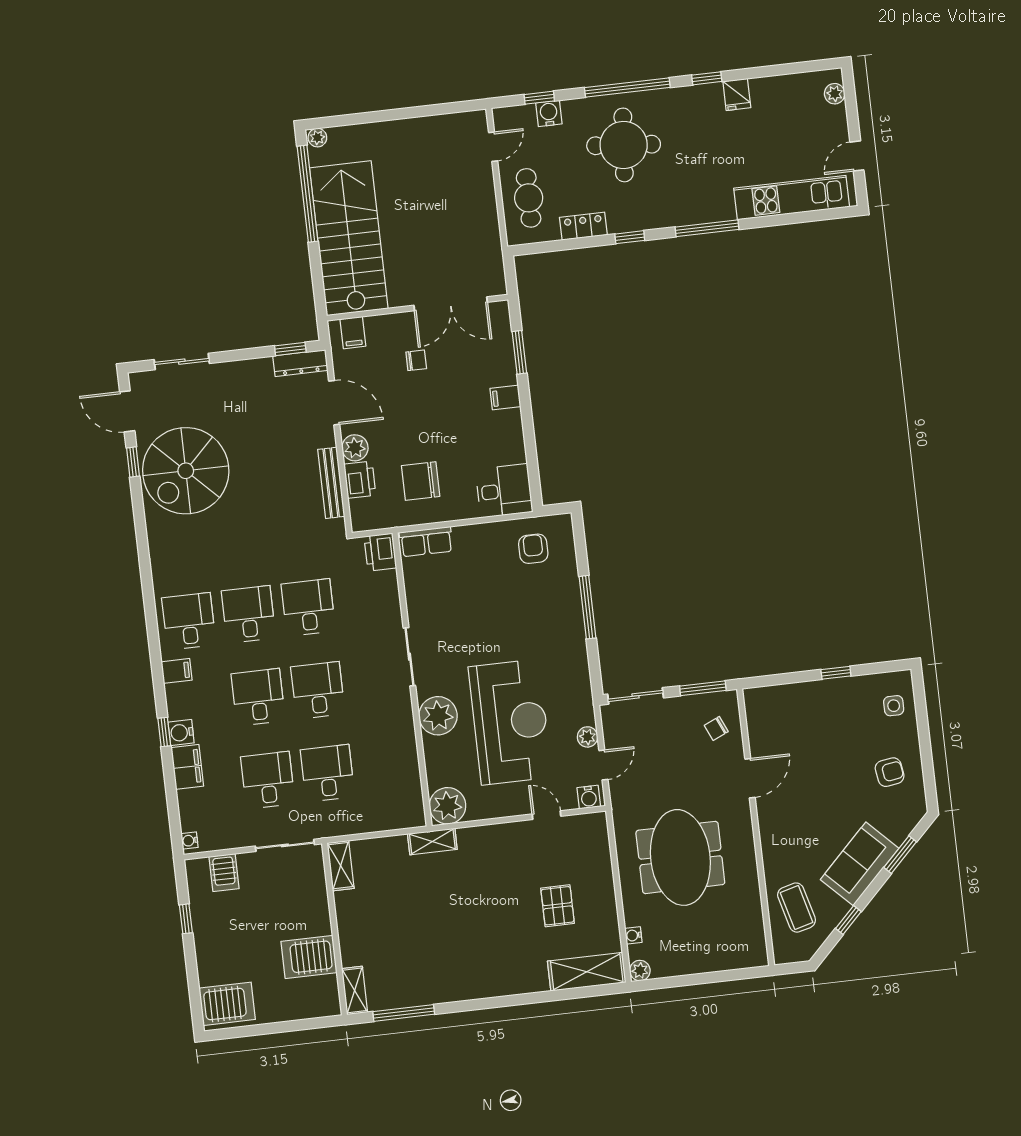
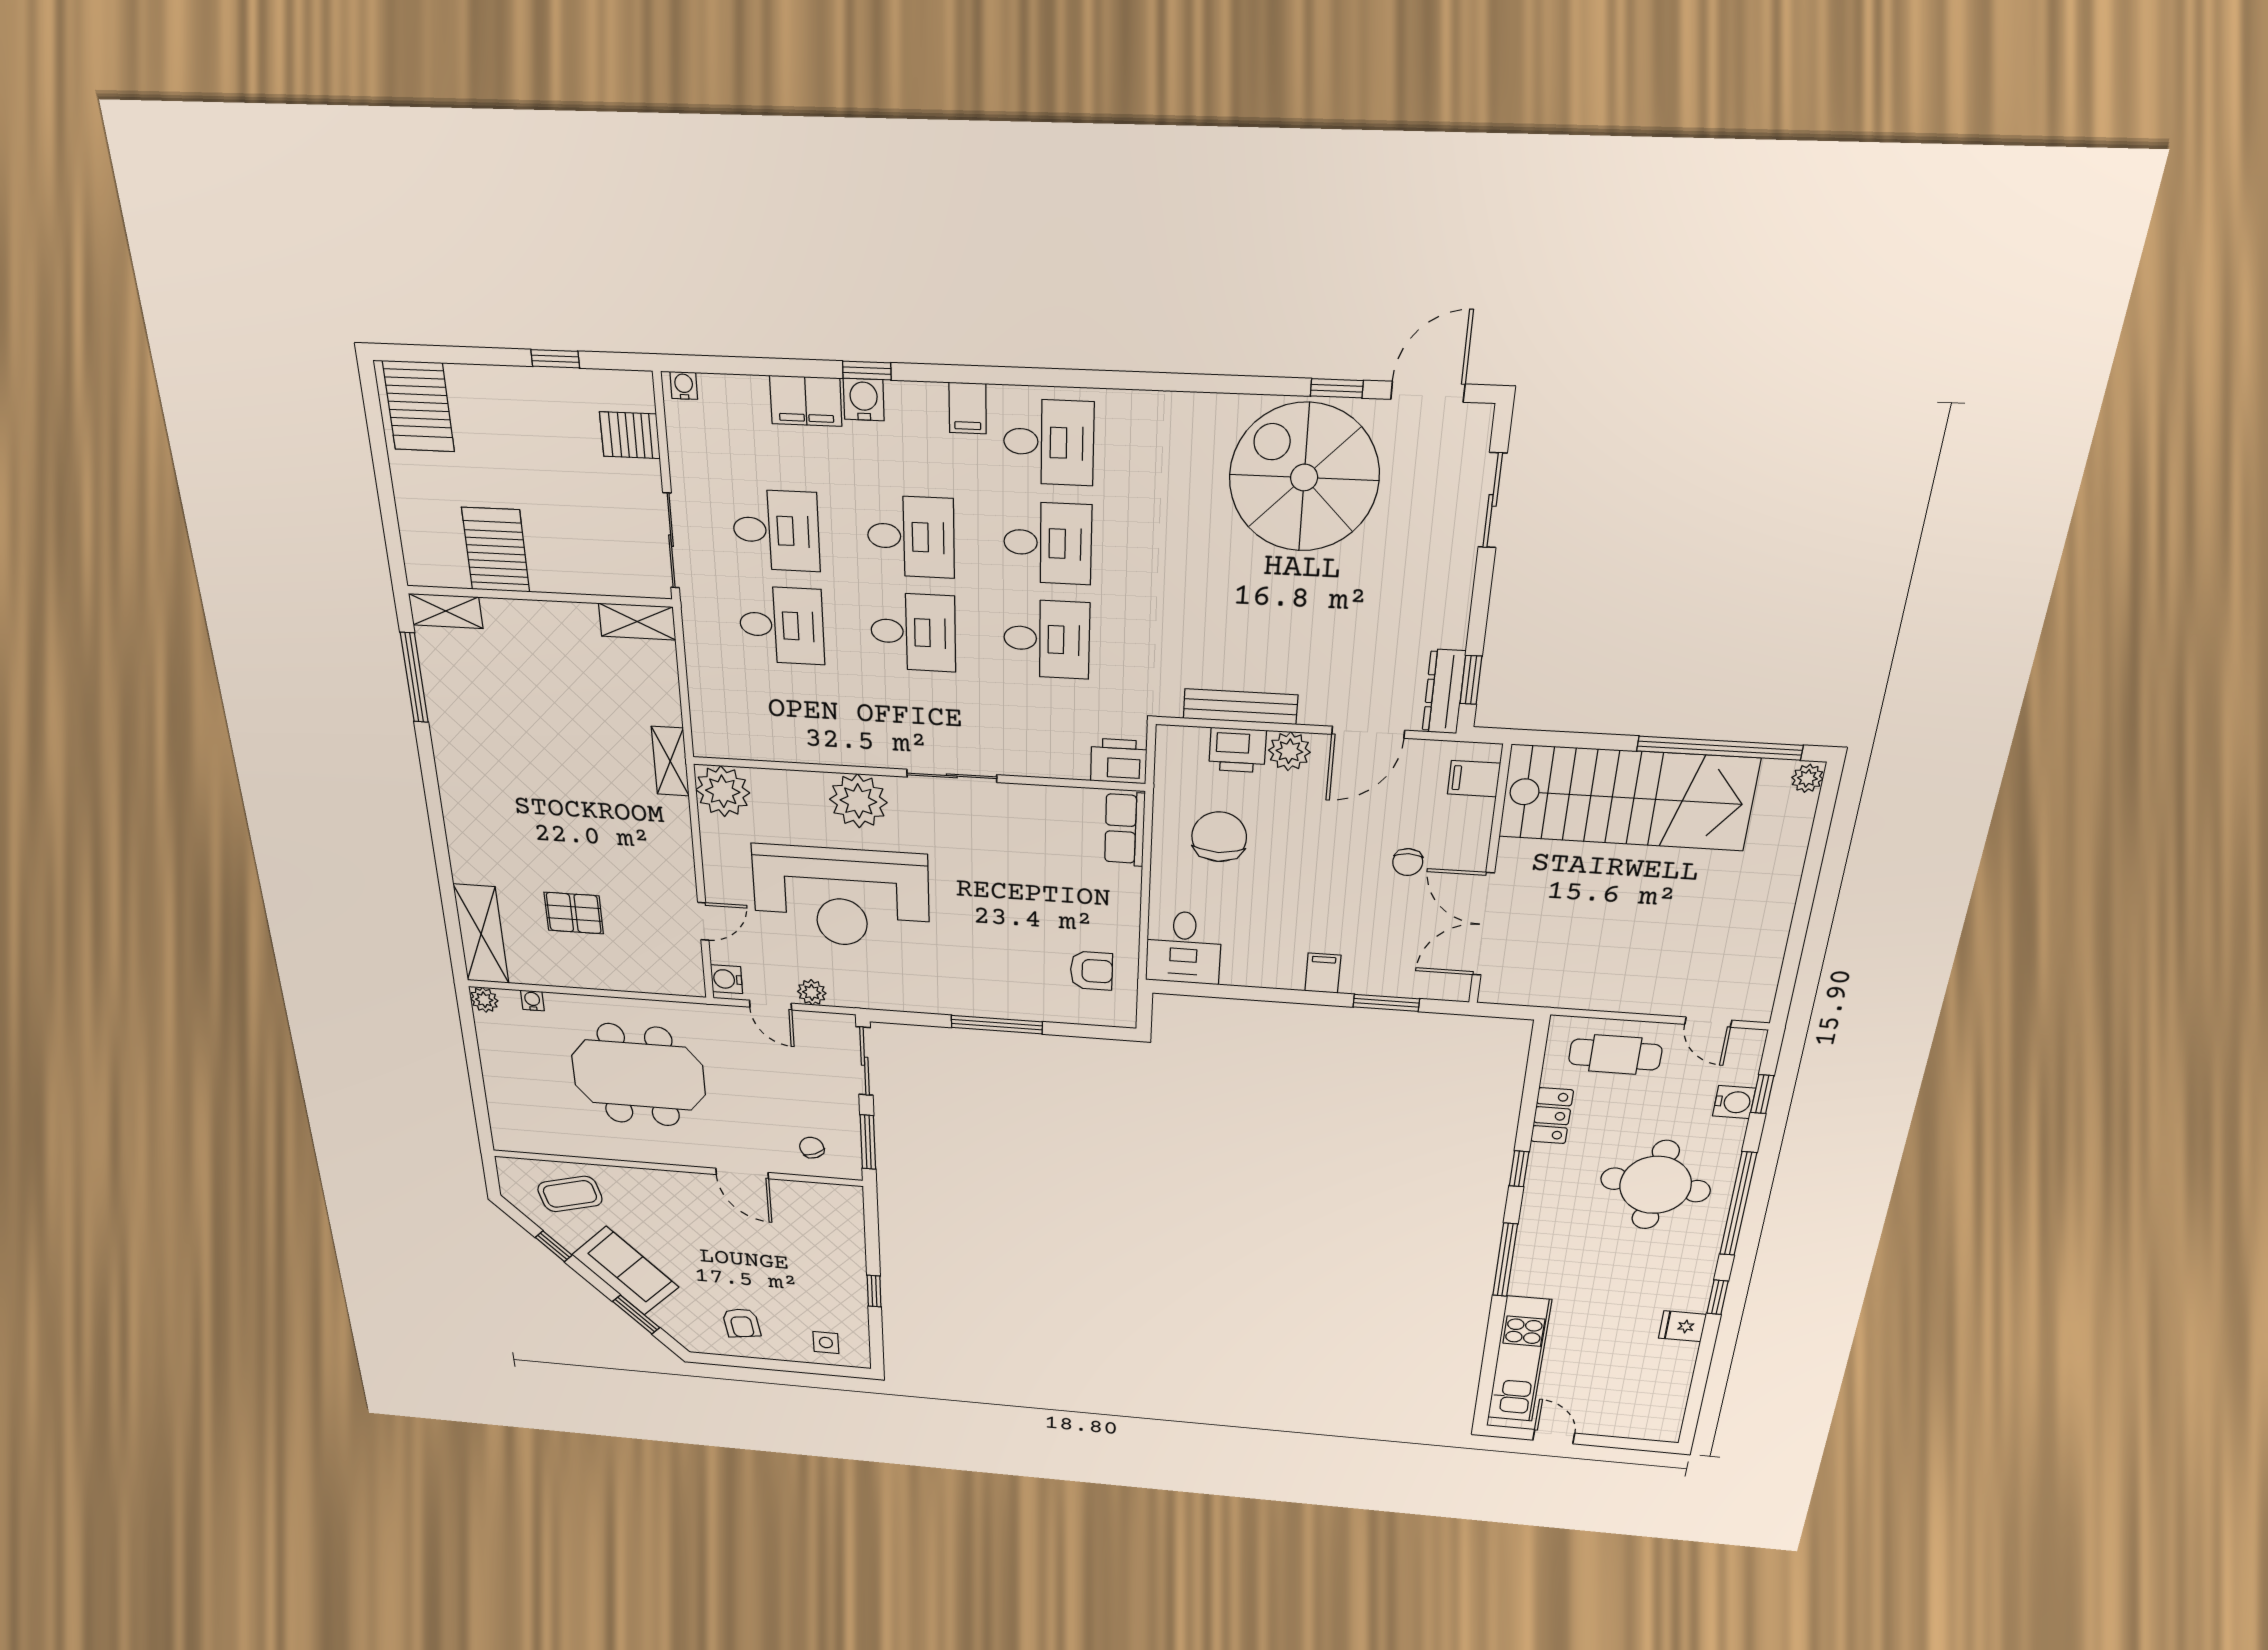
plant: (835, 94) -> (1646, 1429), removed

